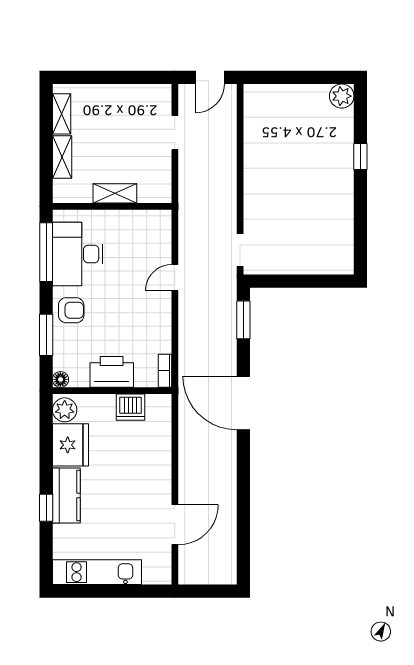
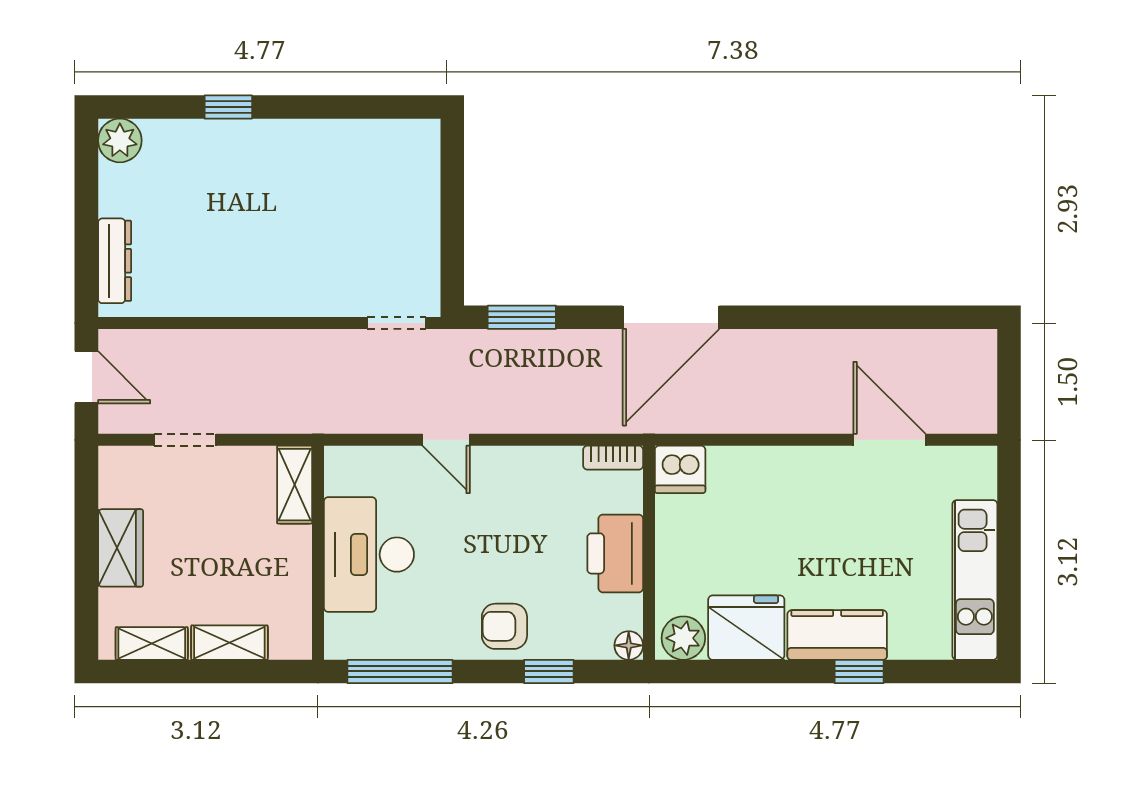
dresser: (275, 93) -> (115, 261), added
wardrobe: (115, 96) -> (121, 548), added
shelving: (115, 193) -> (295, 485), moved
desk: (78, 254) -> (369, 555), moved, turned 90
armchair: (71, 310) -> (504, 626), turned -90
window: (46, 335) -> (549, 671), width x0.67
dishwasher: (131, 407) -> (680, 469), moved, turned 90

